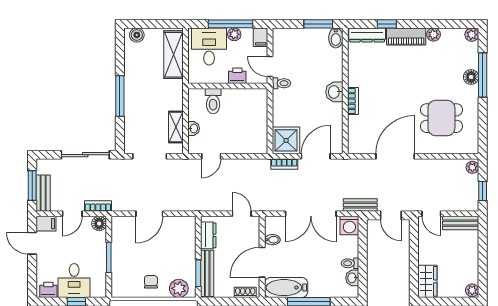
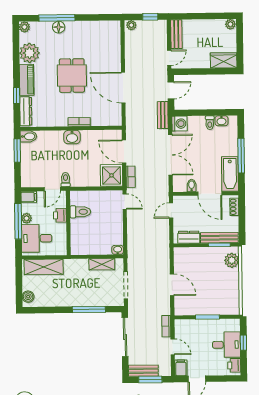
plant: (434, 34) -> (29, 53), width x1.88, depth x1.88
window: (120, 96) -> (89, 309), moved
toilet: (213, 101) -> (80, 212), moved
dining table: (441, 118) -> (72, 76), moved
washbasin: (194, 128) -> (118, 250), moved
door: (211, 156) -> (125, 202), moved
bench: (43, 193) -> (143, 371), moved
floor lamp: (99, 224) -> (180, 325), removed
chair: (151, 282) -> (227, 283), removed

